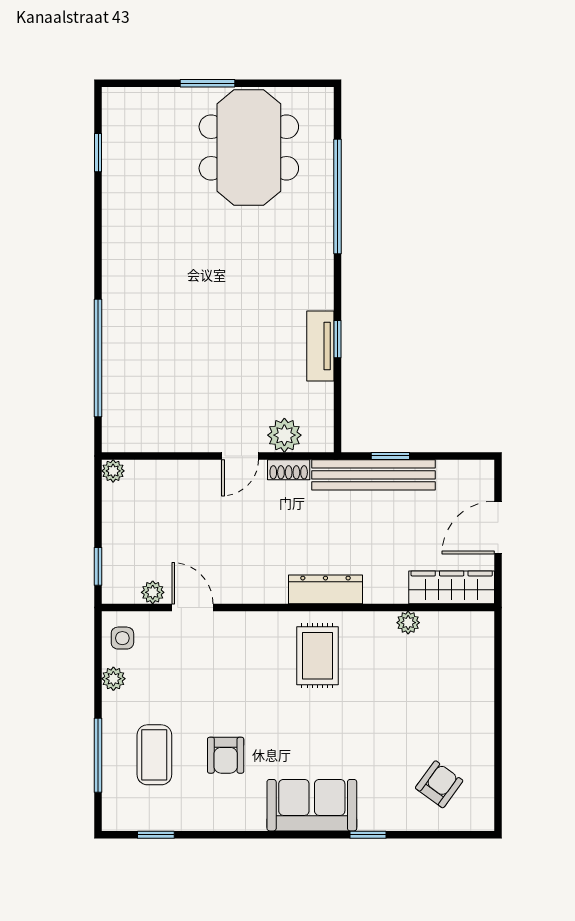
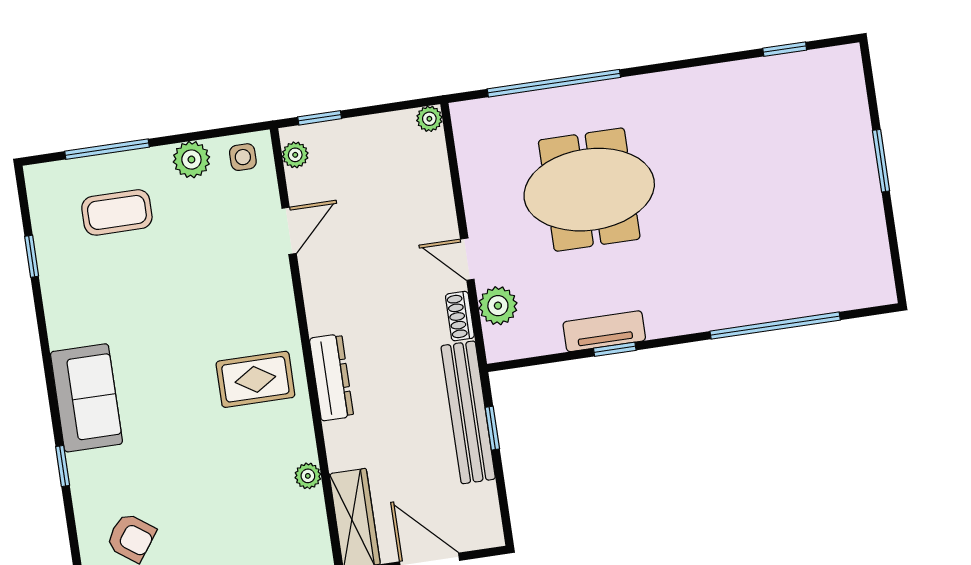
meeting table: (249, 148) -> (589, 190), moved
plant: (153, 592) -> (295, 155), moved
plant: (113, 679) -> (191, 160), width x1.38, depth x1.38
armchair: (226, 755) -> (128, 293), removed
window: (156, 835) -> (32, 256), moved

